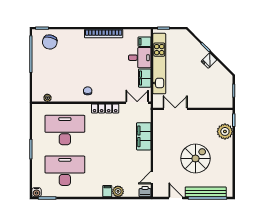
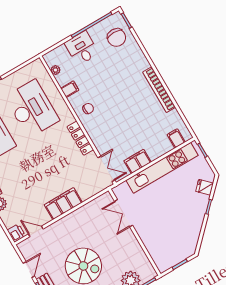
chair: (50, 42) -> (116, 38), turned -105
desk: (140, 58) -> (82, 48), moved, turned 180
fridge: (209, 61) -> (205, 187), moved
filing cabinet: (67, 96) -> (70, 89), added
double door: (175, 109) -> (124, 213), swing flipped
filing cabinet: (144, 136) -> (63, 204), moved

